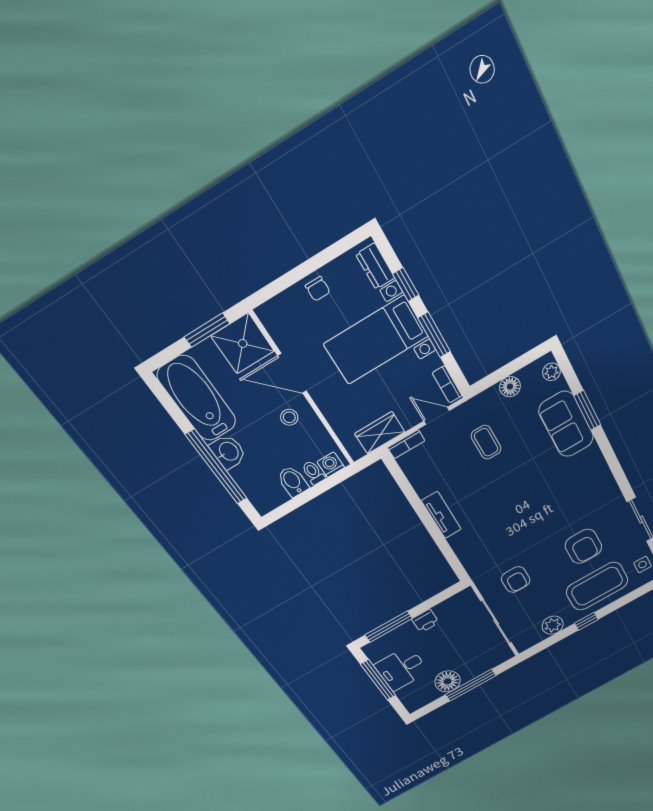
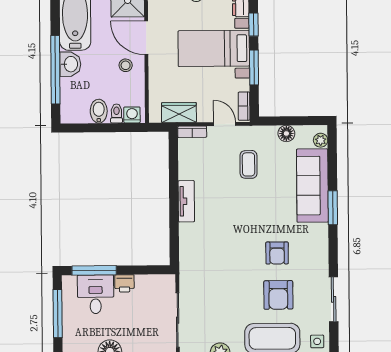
window: (587, 410) -> (333, 208), moved
sofa: (566, 424) -> (312, 186), width x1.36
armchair: (516, 580) -> (277, 253), moved
desk: (401, 668) -> (96, 294), moved, turned 90

